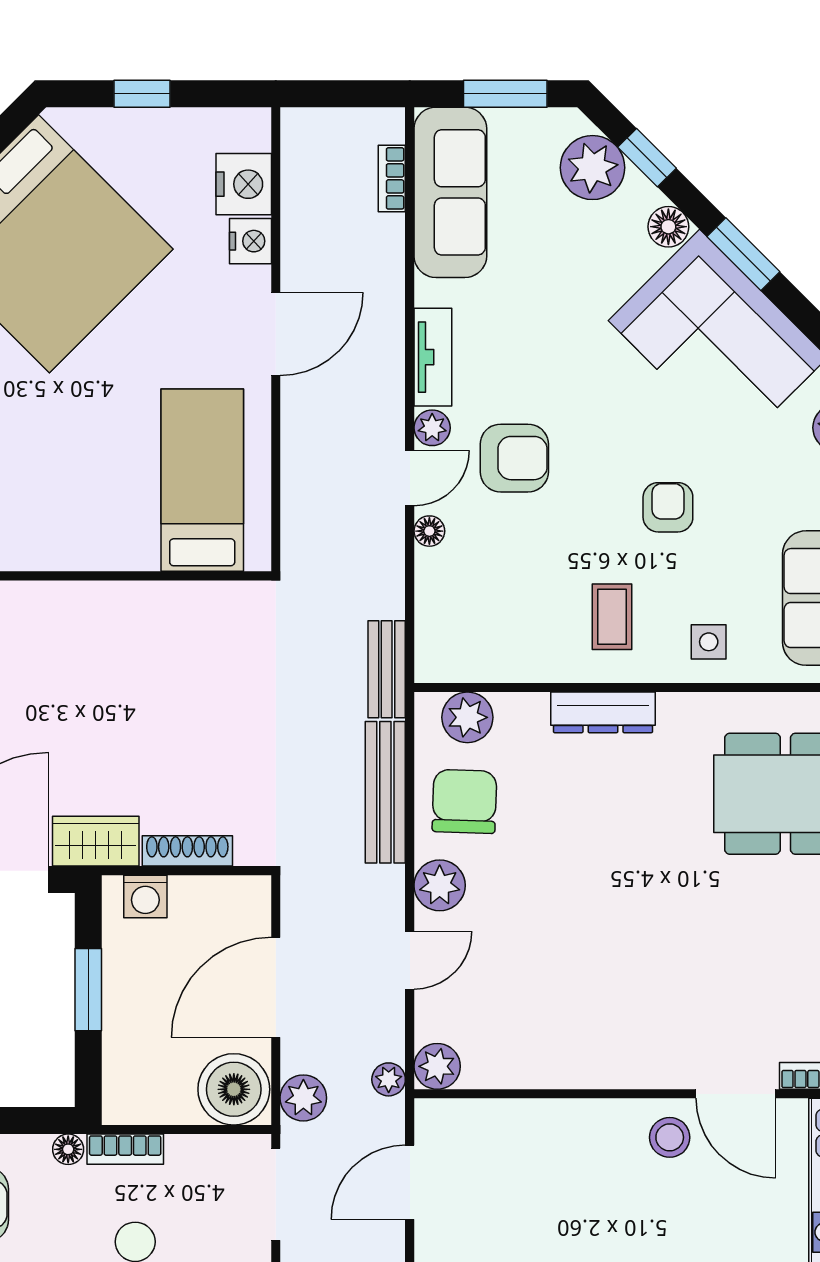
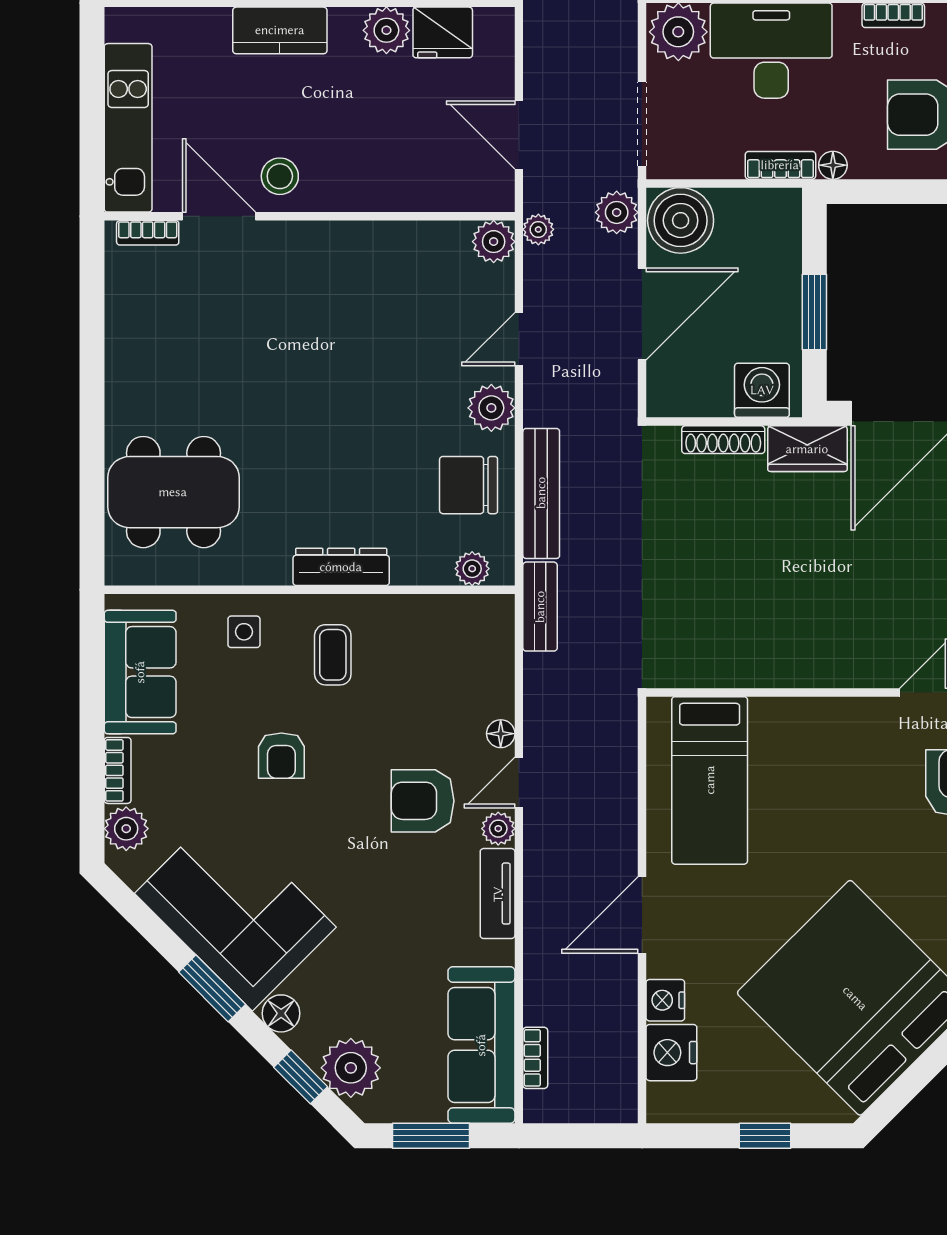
plant: (467, 717) -> (472, 569), width x0.73, depth x0.73
chair: (464, 801) -> (469, 485), turned 88
washing machine: (145, 896) -> (762, 390), width x1.38, depth x1.38
door: (410, 1182) -> (519, 135), swing flipped

